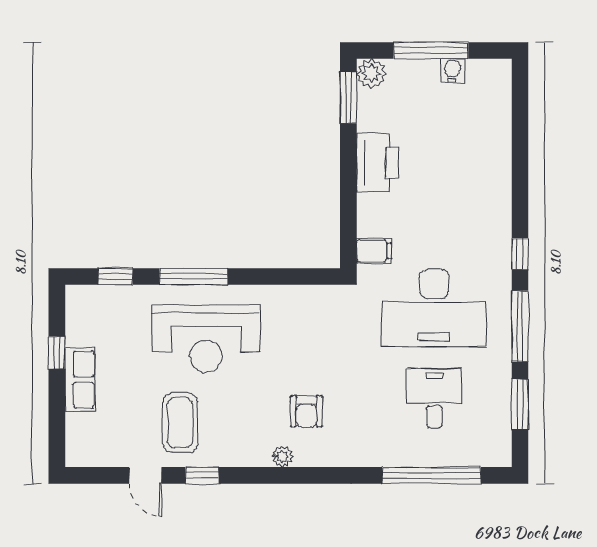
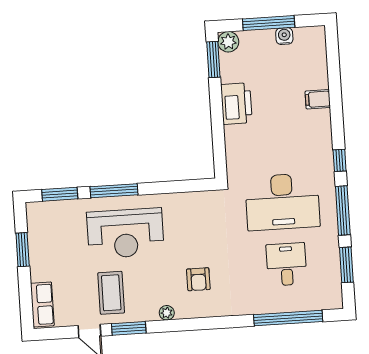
filing cabinet: (374, 251) -> (318, 99), moved, turned 180
window: (115, 277) -> (60, 194), width x1.50
window: (57, 353) -> (23, 250), width x1.50
row of seats: (80, 380) -> (42, 304), moved
plant: (282, 457) -> (167, 313), moved
window: (202, 475) -> (129, 328), width x1.50

